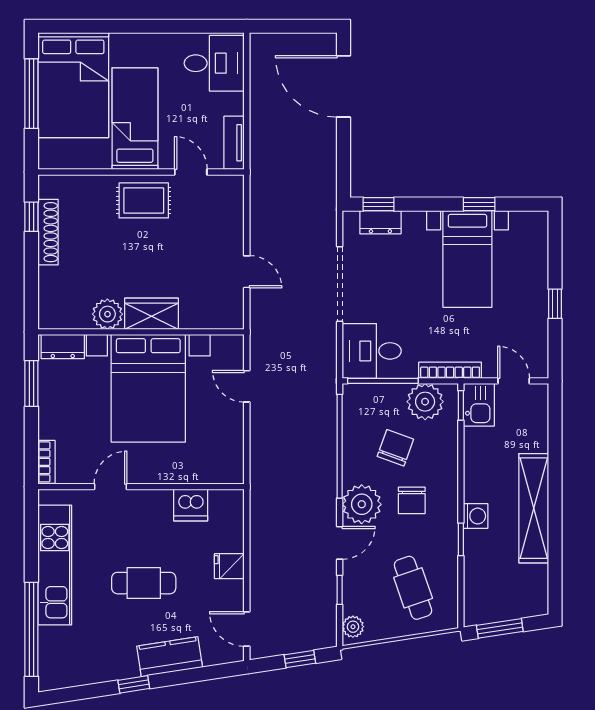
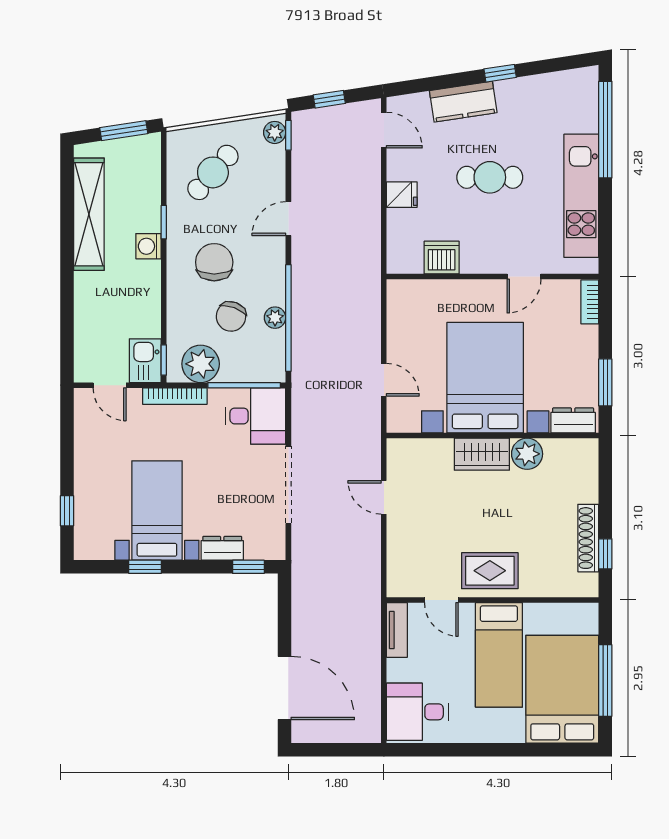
dresser: (380, 222) -> (222, 548), moved
window: (555, 304) -> (67, 511), moved
chair: (412, 500) -> (214, 262), width x1.37, depth x1.37
plant: (362, 504) -> (275, 318), moved, width x0.53, depth x0.53
shelving: (534, 508) -> (89, 214), moved
cafe table: (413, 588) -> (213, 172), turned 60
window: (340, 590) -> (288, 135), moved

